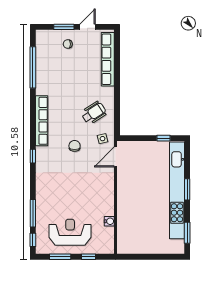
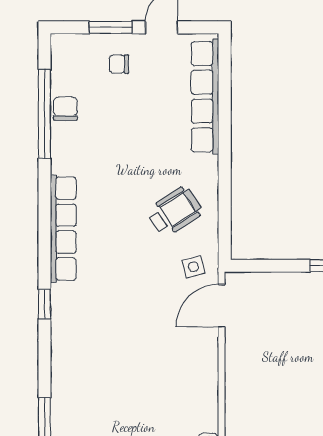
chair: (75, 146) -> (65, 109), moved

